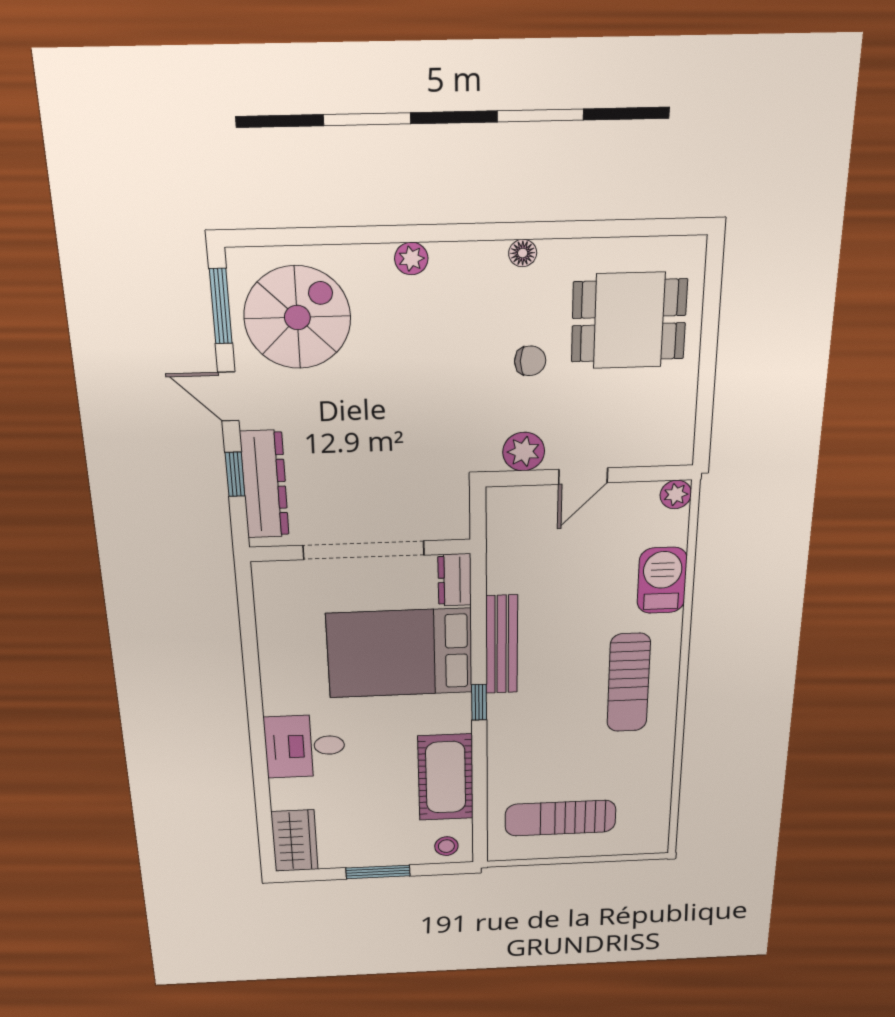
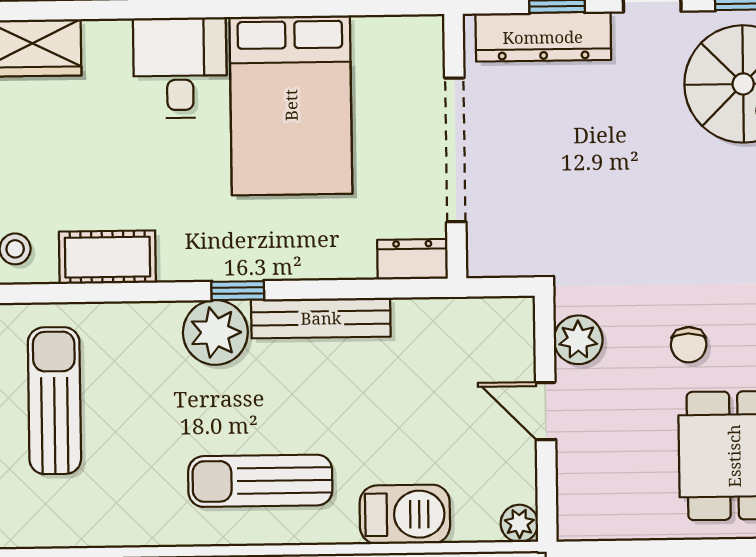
bed: (400, 653) -> (291, 105), moved, turned 180
plant: (512, 716) -> (215, 332), added
cot: (446, 777) -> (107, 257), width x0.73, depth x0.75

